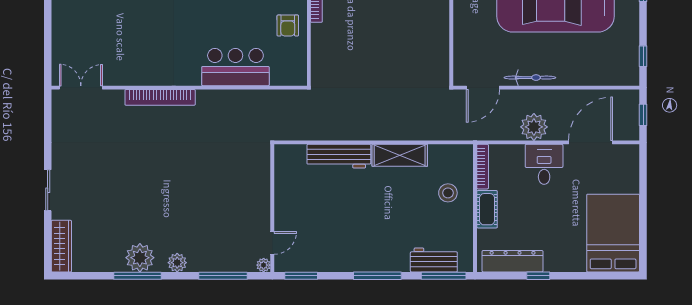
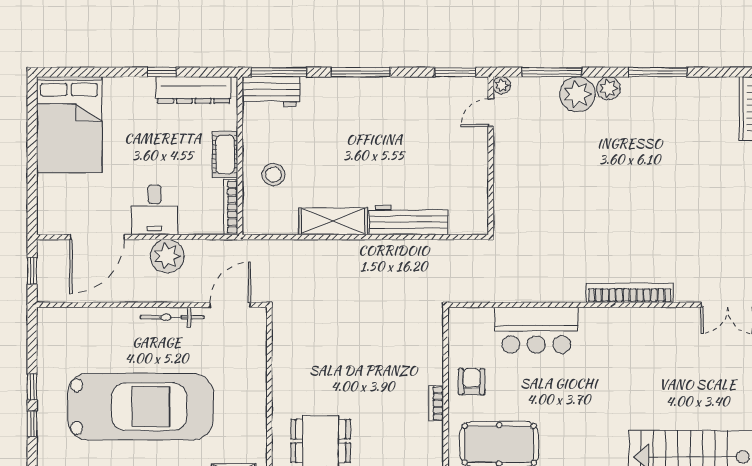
window: (643, 56) -> (32, 387), moved
plant: (140, 258) -> (577, 94), moved
workbench: (434, 260) -> (271, 92), moved

